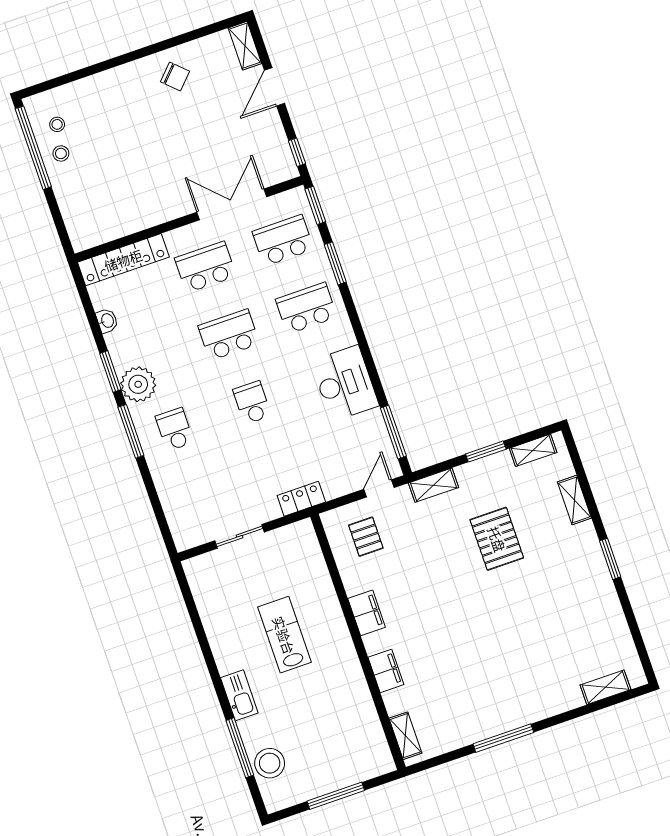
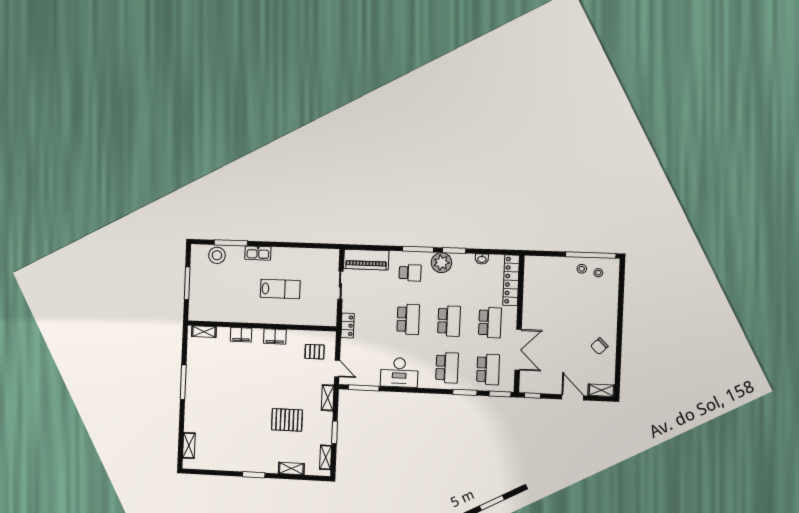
school desk: (252, 403) -> (408, 319), width x1.85
piano: (181, 510) -> (366, 260), added

